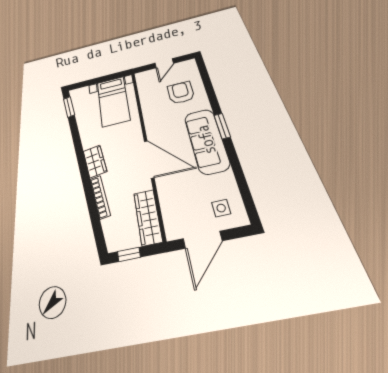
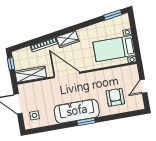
door: (164, 63) -> (143, 86), hinge flipped
armchair: (181, 93) -> (115, 97), turned -90
door: (149, 159) -> (67, 75), swing flipped

